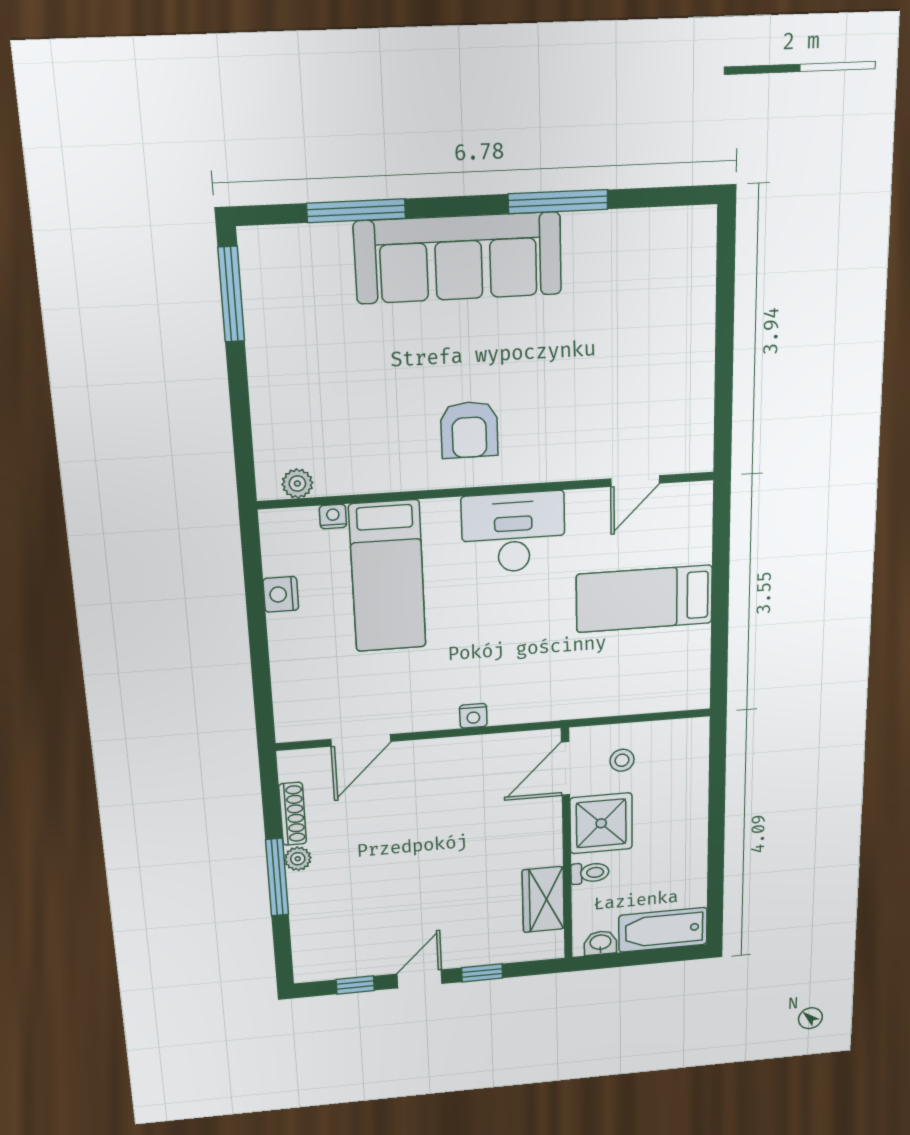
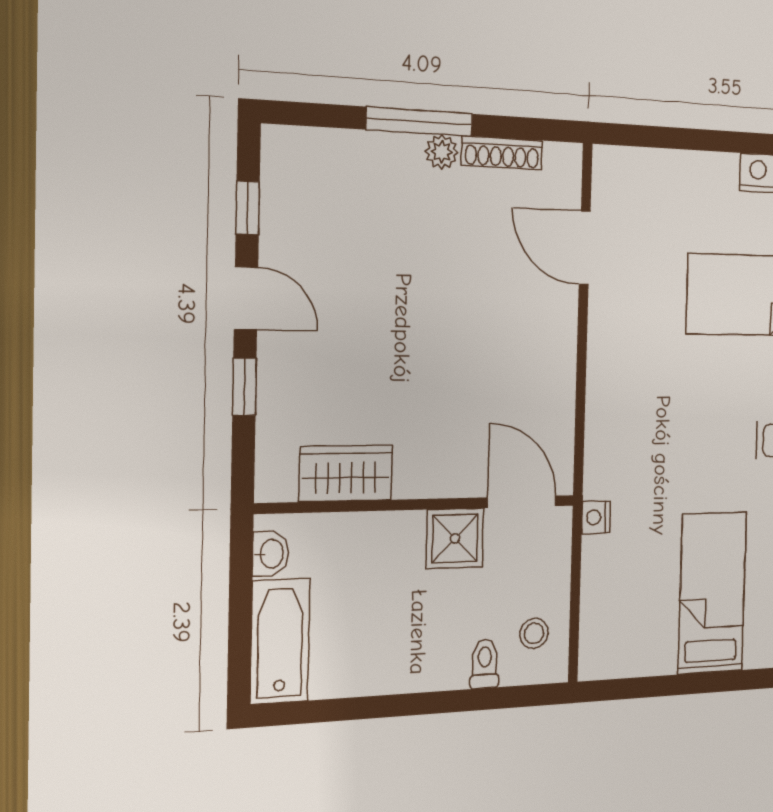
nightstand: (473, 716) -> (596, 517), moved
stool: (622, 760) -> (534, 633), moved
shower: (601, 823) -> (455, 538), width x0.73, depth x0.73
toilet: (590, 873) -> (485, 664), moved, turned 180

